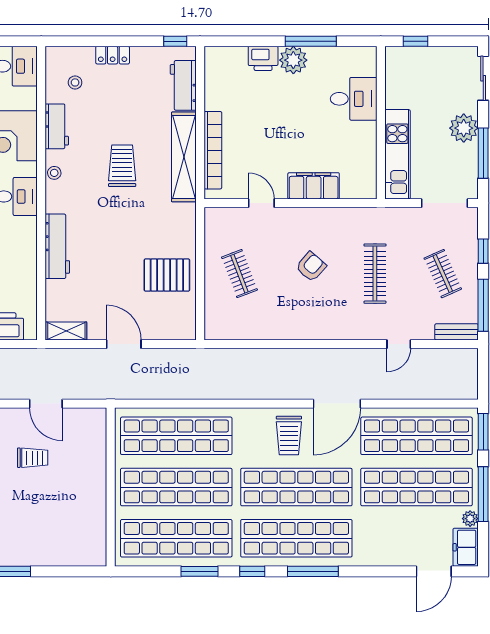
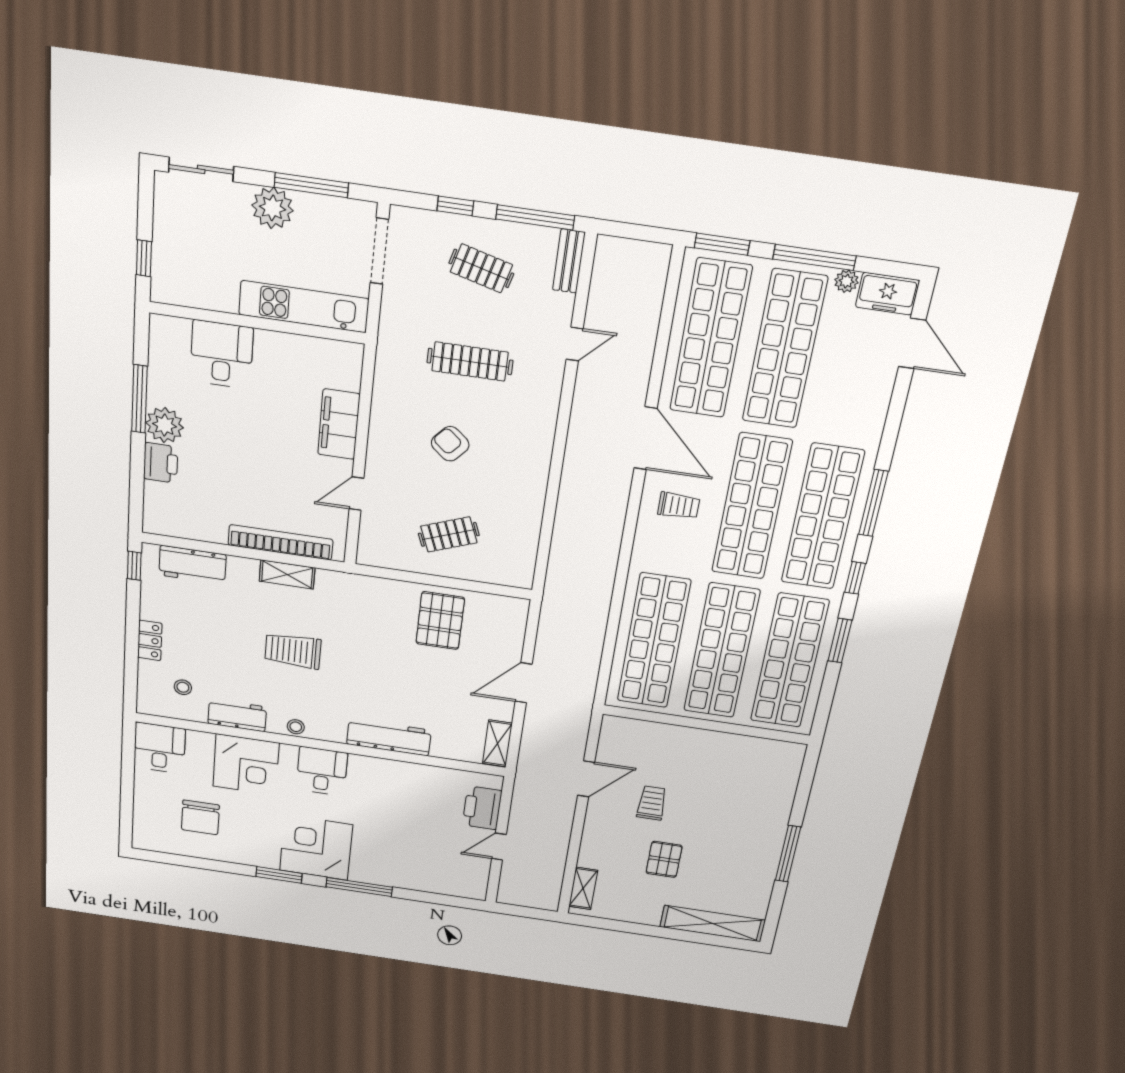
shelving: (184, 157) -> (287, 574), width x0.45, depth x0.75
clothes rail: (443, 274) -> (481, 268), turned 39
door: (399, 344) -> (575, 344), hinge flipped
trolley: (289, 436) -> (679, 506), width x0.73, depth x0.72

